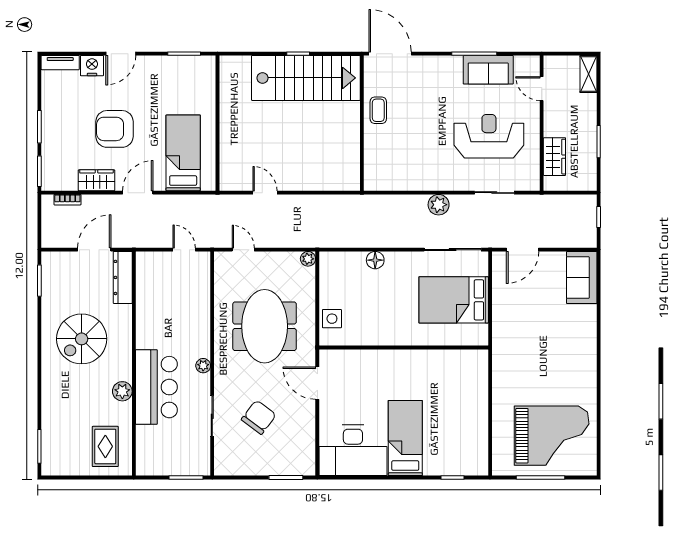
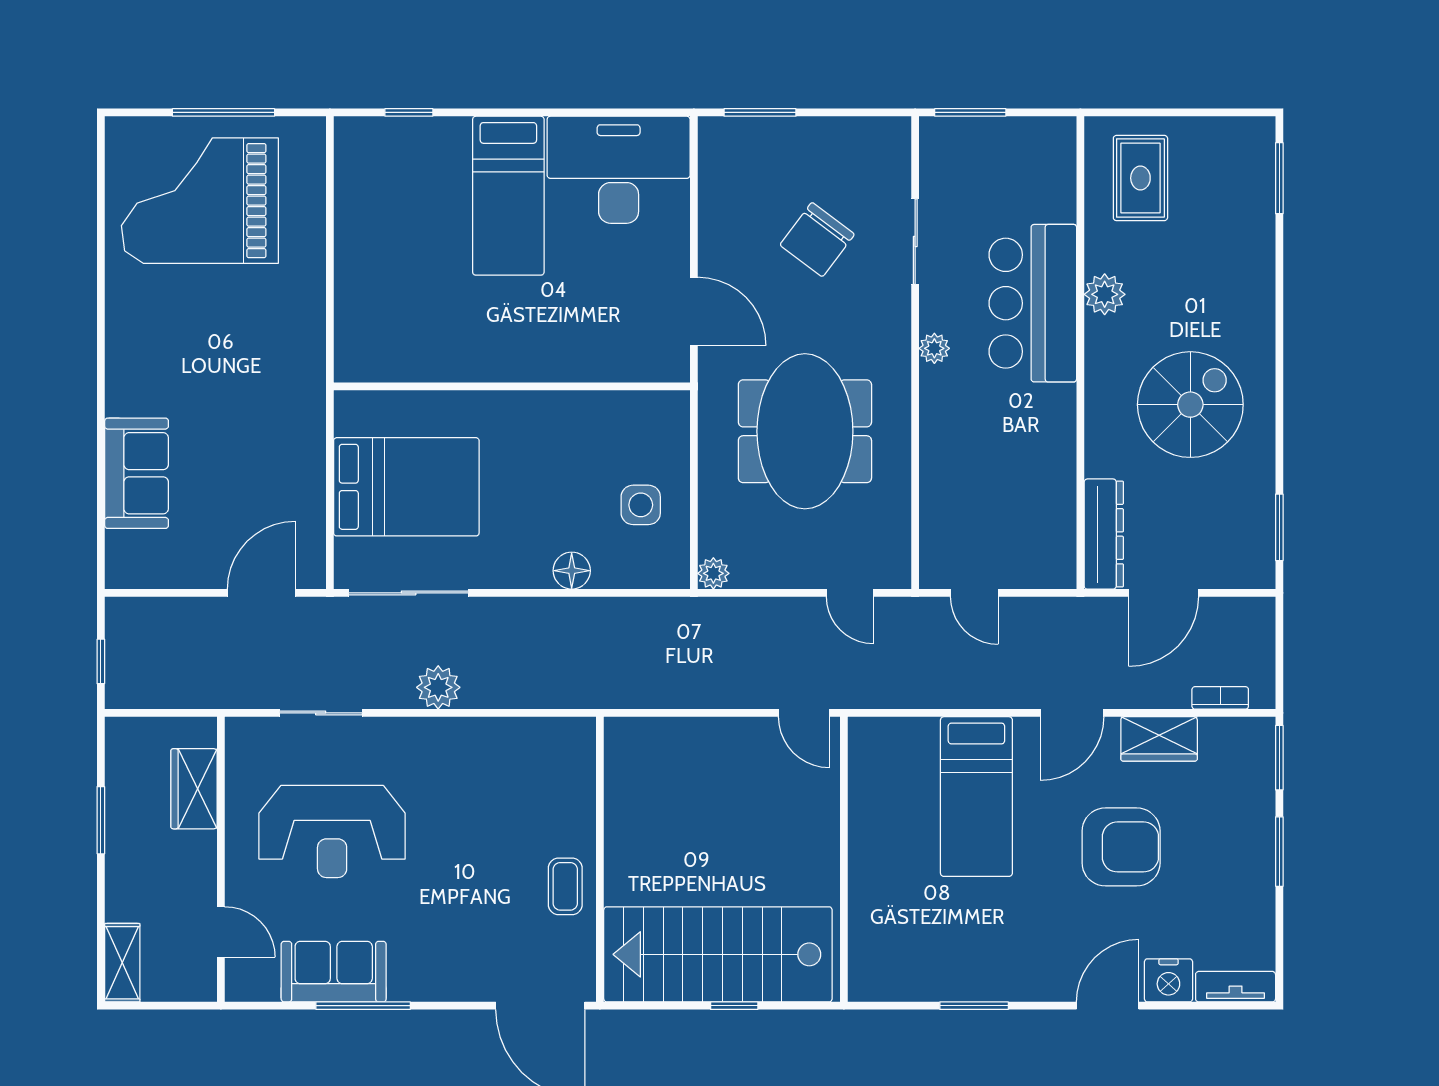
wall: (218, 123) -> (844, 859), moved
sofa: (582, 278) -> (137, 473), moved
side table: (332, 319) -> (641, 505), moved

